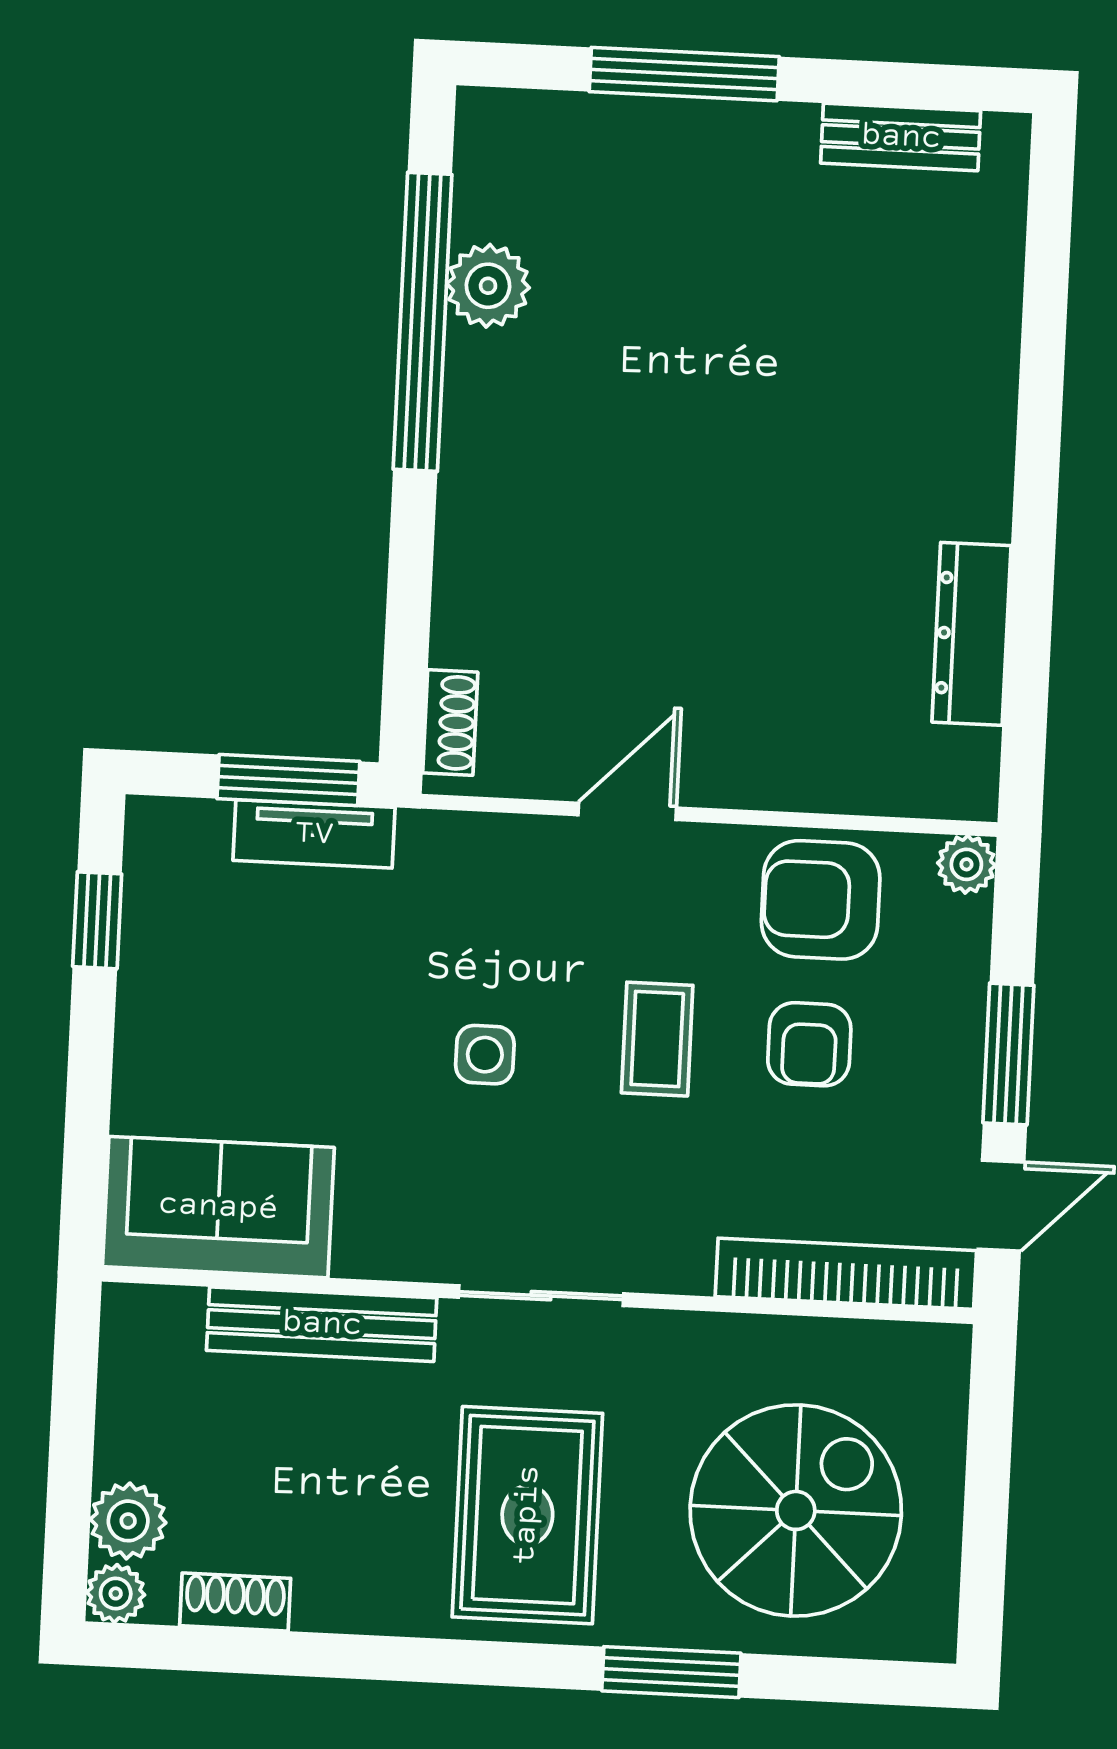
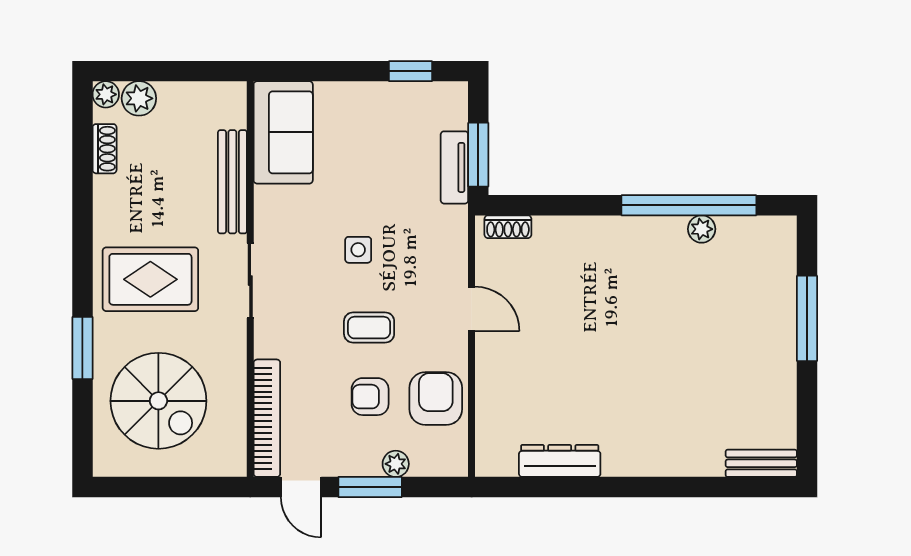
bench: (901, 137) -> (761, 463), moved, turned 90
plant: (488, 286) -> (702, 229), width x0.73, depth x0.73
plant: (966, 864) -> (396, 464), moved

